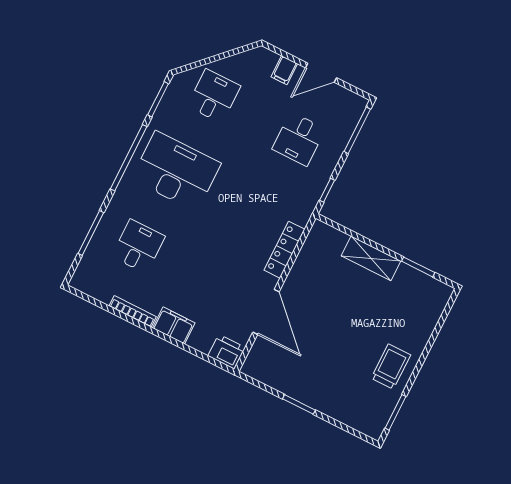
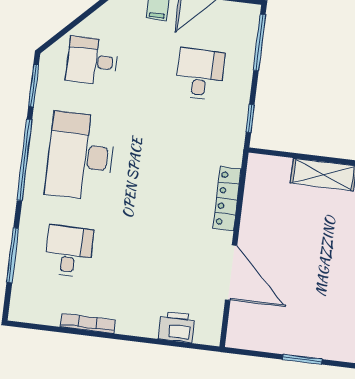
desk: (214, 96) -> (92, 61), turned -90
desk: (299, 139) -> (200, 74), turned 180
desk: (176, 171) -> (80, 156), turned -90
filing cabinet: (174, 325) -> (137, 323), removed
printer: (227, 352) -> (177, 327), moved

